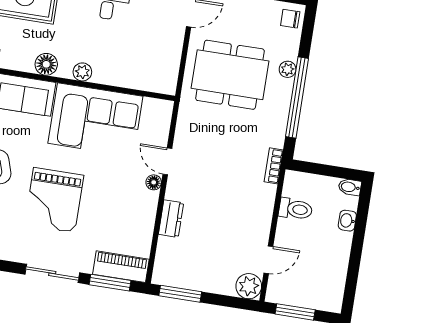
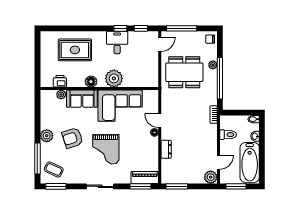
plant: (82, 72) -> (114, 78), width x1.88, depth x1.88
bathtub: (329, 270) -> (250, 163), added
sliding door: (52, 273) -> (100, 186), moved

